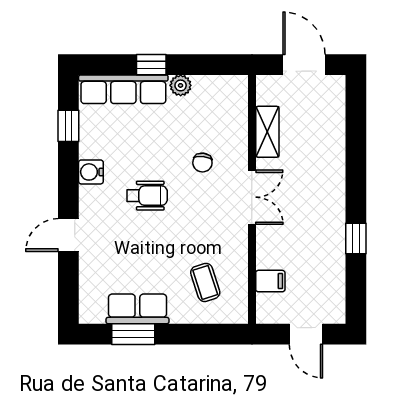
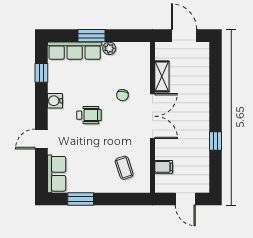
window: (151, 65) -> (91, 36), width x1.50
double door: (252, 197) -> (153, 116), width x1.37
row of seats: (137, 309) -> (57, 174), moved, turned 90

